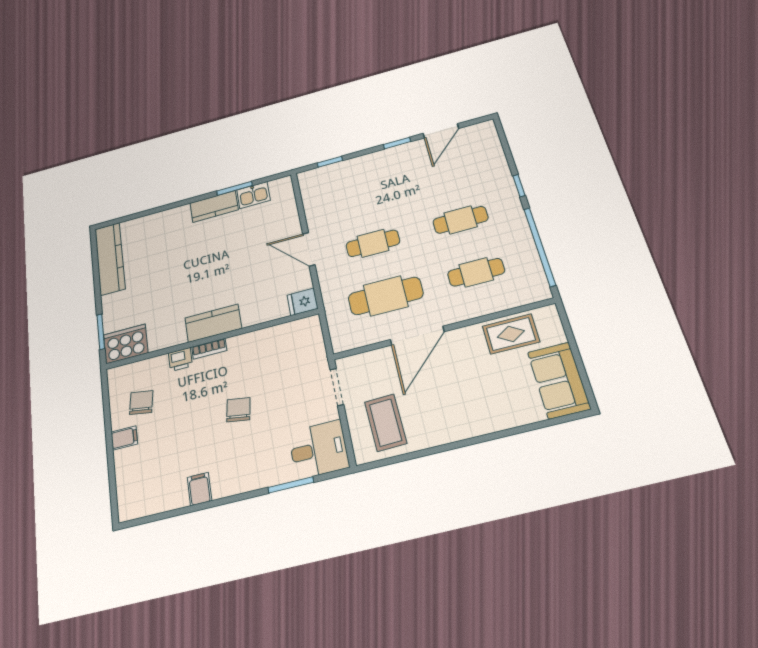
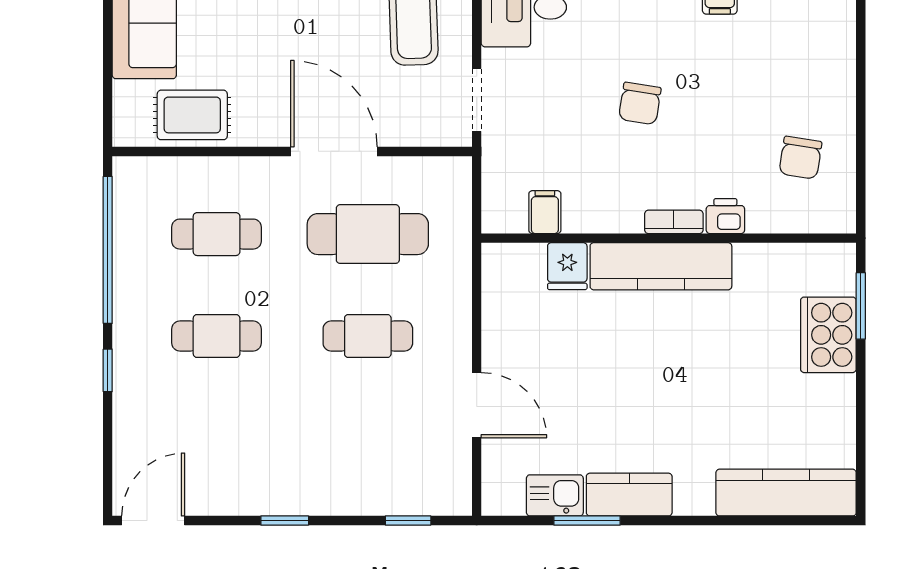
door: (441, 131) -> (153, 521), moved
door: (309, 249) -> (477, 405), moved
kitchen counter: (110, 259) -> (786, 493), moved, turned 90
fridge: (302, 302) -> (567, 266), moved, turned 90
kitchen counter: (213, 323) -> (661, 266), width x1.50
door: (417, 336) -> (334, 151), hinge flipped
cooker: (126, 344) -> (828, 335), moved, turned 90
filing cabinet: (124, 438) -> (545, 212), moved, turned 90

